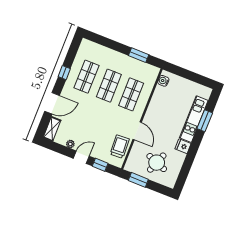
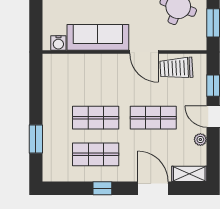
window: (139, 55) -> (36, 139), moved
shop shelf: (131, 94) -> (153, 118), moved
sofa: (157, 106) -> (98, 37), added
door: (137, 131) -> (144, 52), swing flipped

